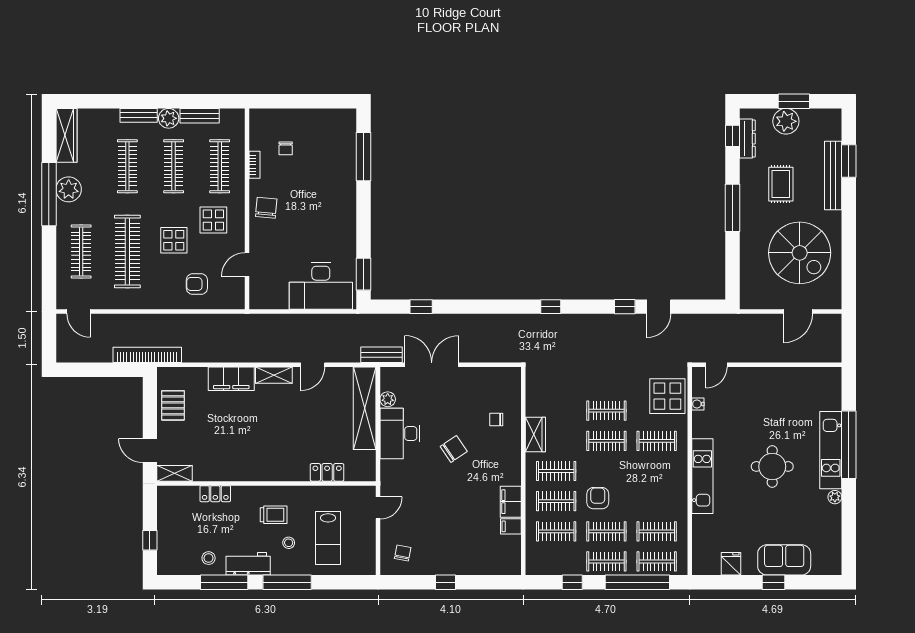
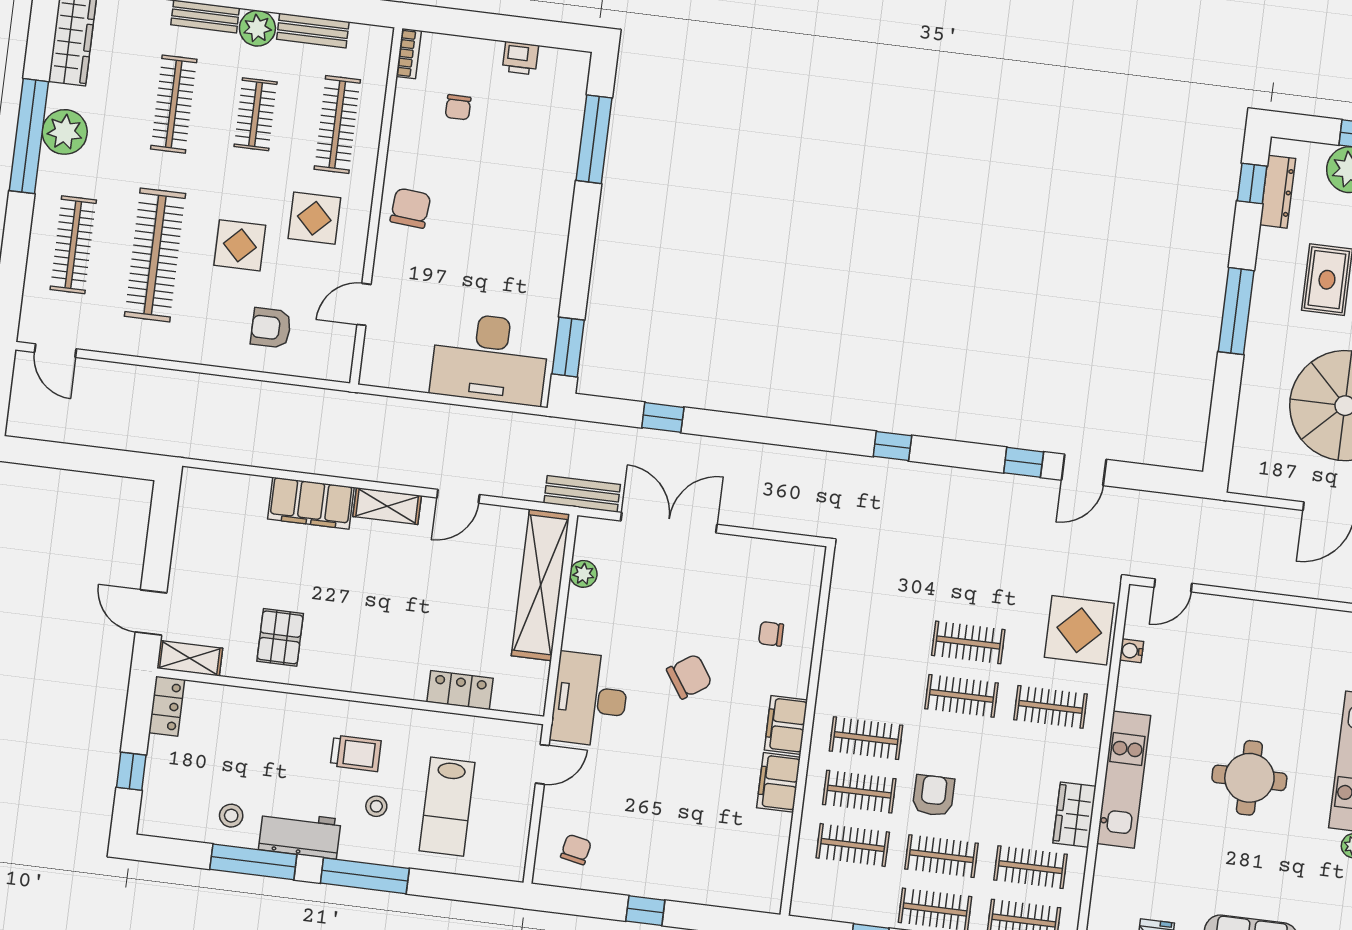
printer: (317, 117) -> (520, 58), added
bookcase: (255, 165) -> (409, 54), moved
clothes rail: (174, 166) -> (256, 114), width x0.73
bookcase: (147, 355) -> (167, 442), removed
pallet: (173, 405) -> (280, 637), moved
desk: (400, 434) -> (590, 700), moved
wardrobe: (535, 434) -> (1075, 815), moved, turned 180
locker: (215, 494) -> (167, 706), moved, turned -90
filing cabinet: (511, 526) -> (786, 725), moved, width x2.00

